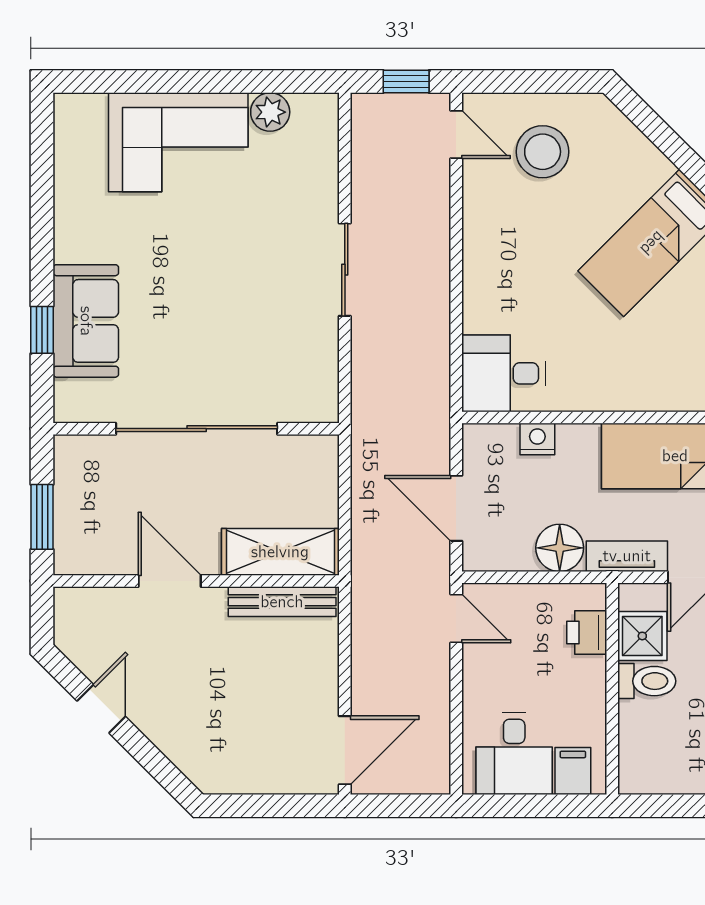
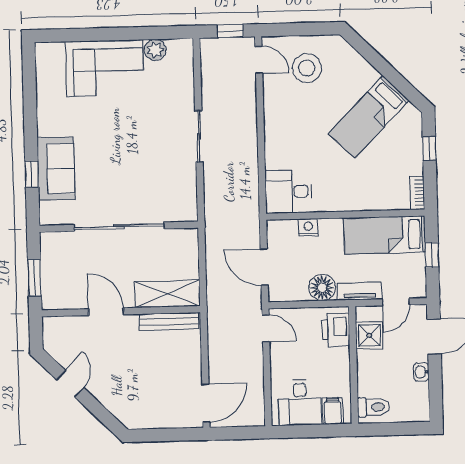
printer: (587, 632) -> (336, 330), width x1.36, depth x1.24
toilet: (647, 681) -> (374, 407), moved

